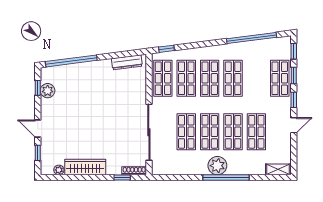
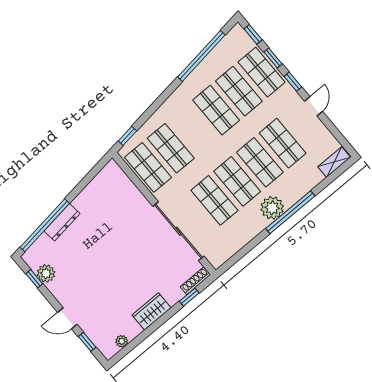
dresser: (127, 62) -> (62, 222), moved
shop shelf: (210, 78) -> (239, 91), moved
wardrobe: (85, 167) -> (152, 311), width x0.67

